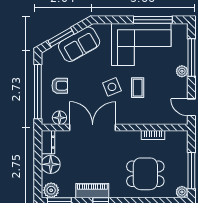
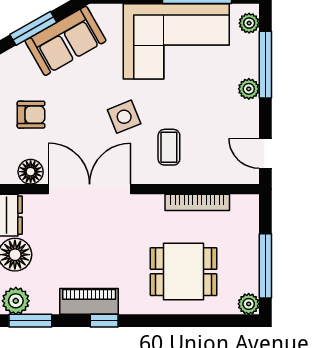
plant: (182, 34) -> (249, 23), added
coffee table: (138, 88) -> (169, 147), moved
bookcase: (153, 135) -> (197, 202), width x1.56

